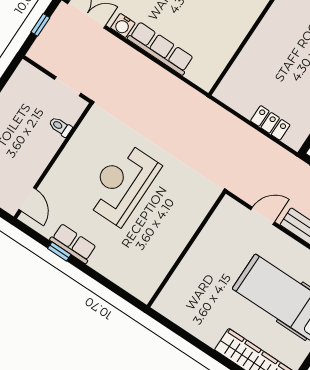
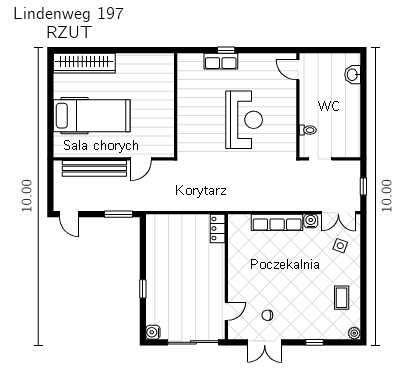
locker: (270, 123) -> (218, 228), moved, turned 90
row of seats: (73, 243) -> (221, 61), moved
window: (59, 251) -> (226, 50), moved

